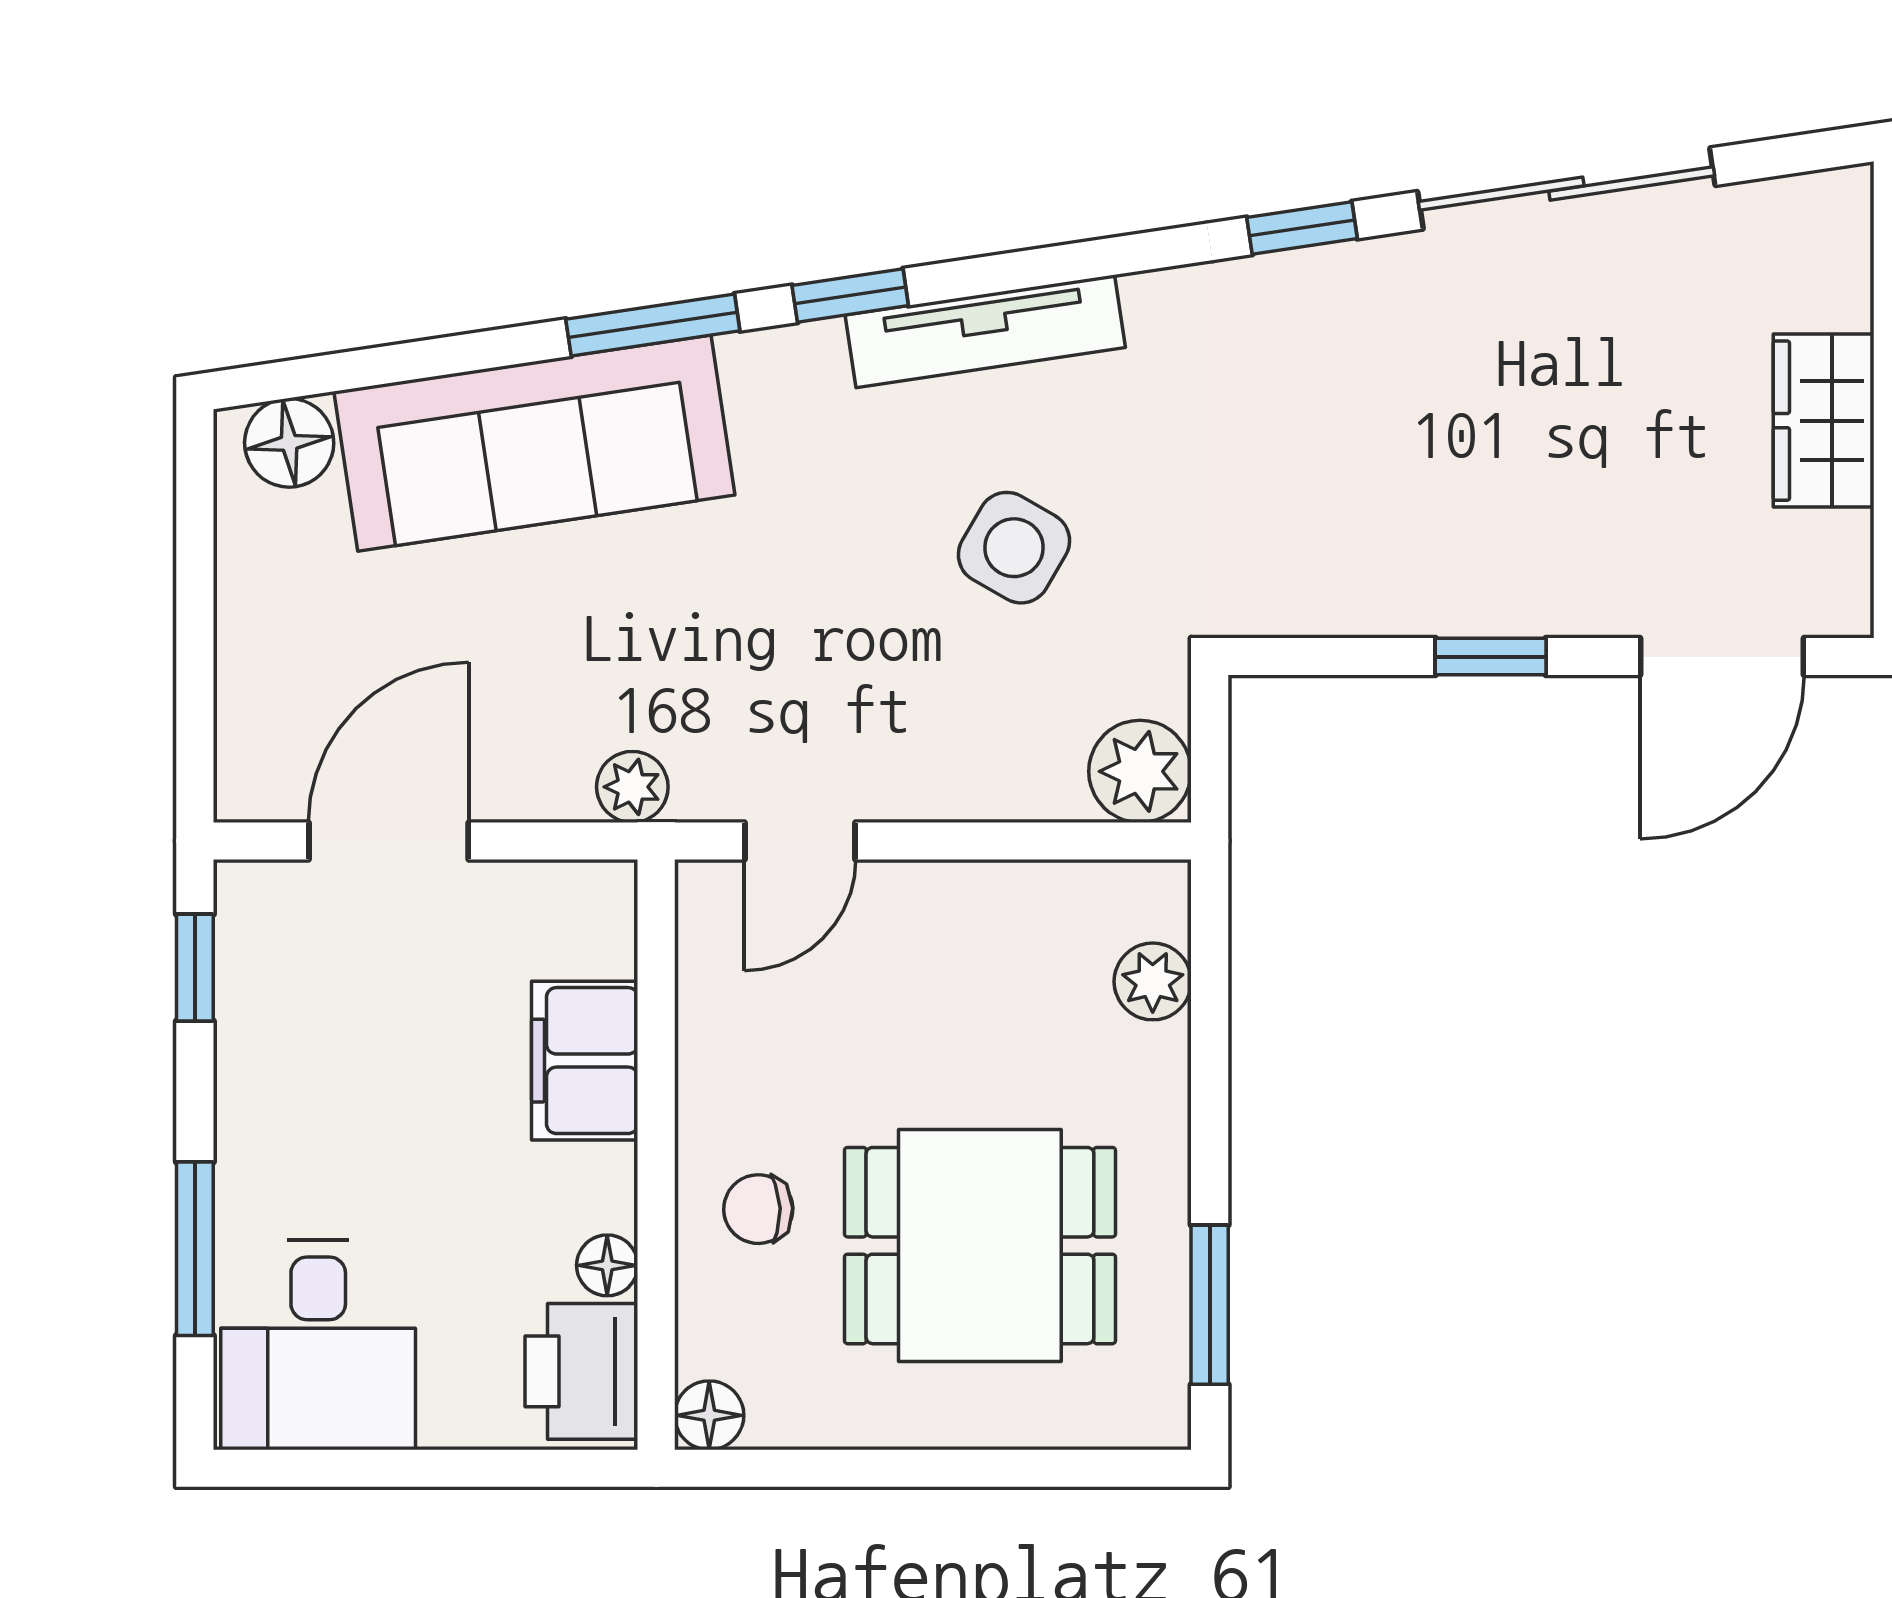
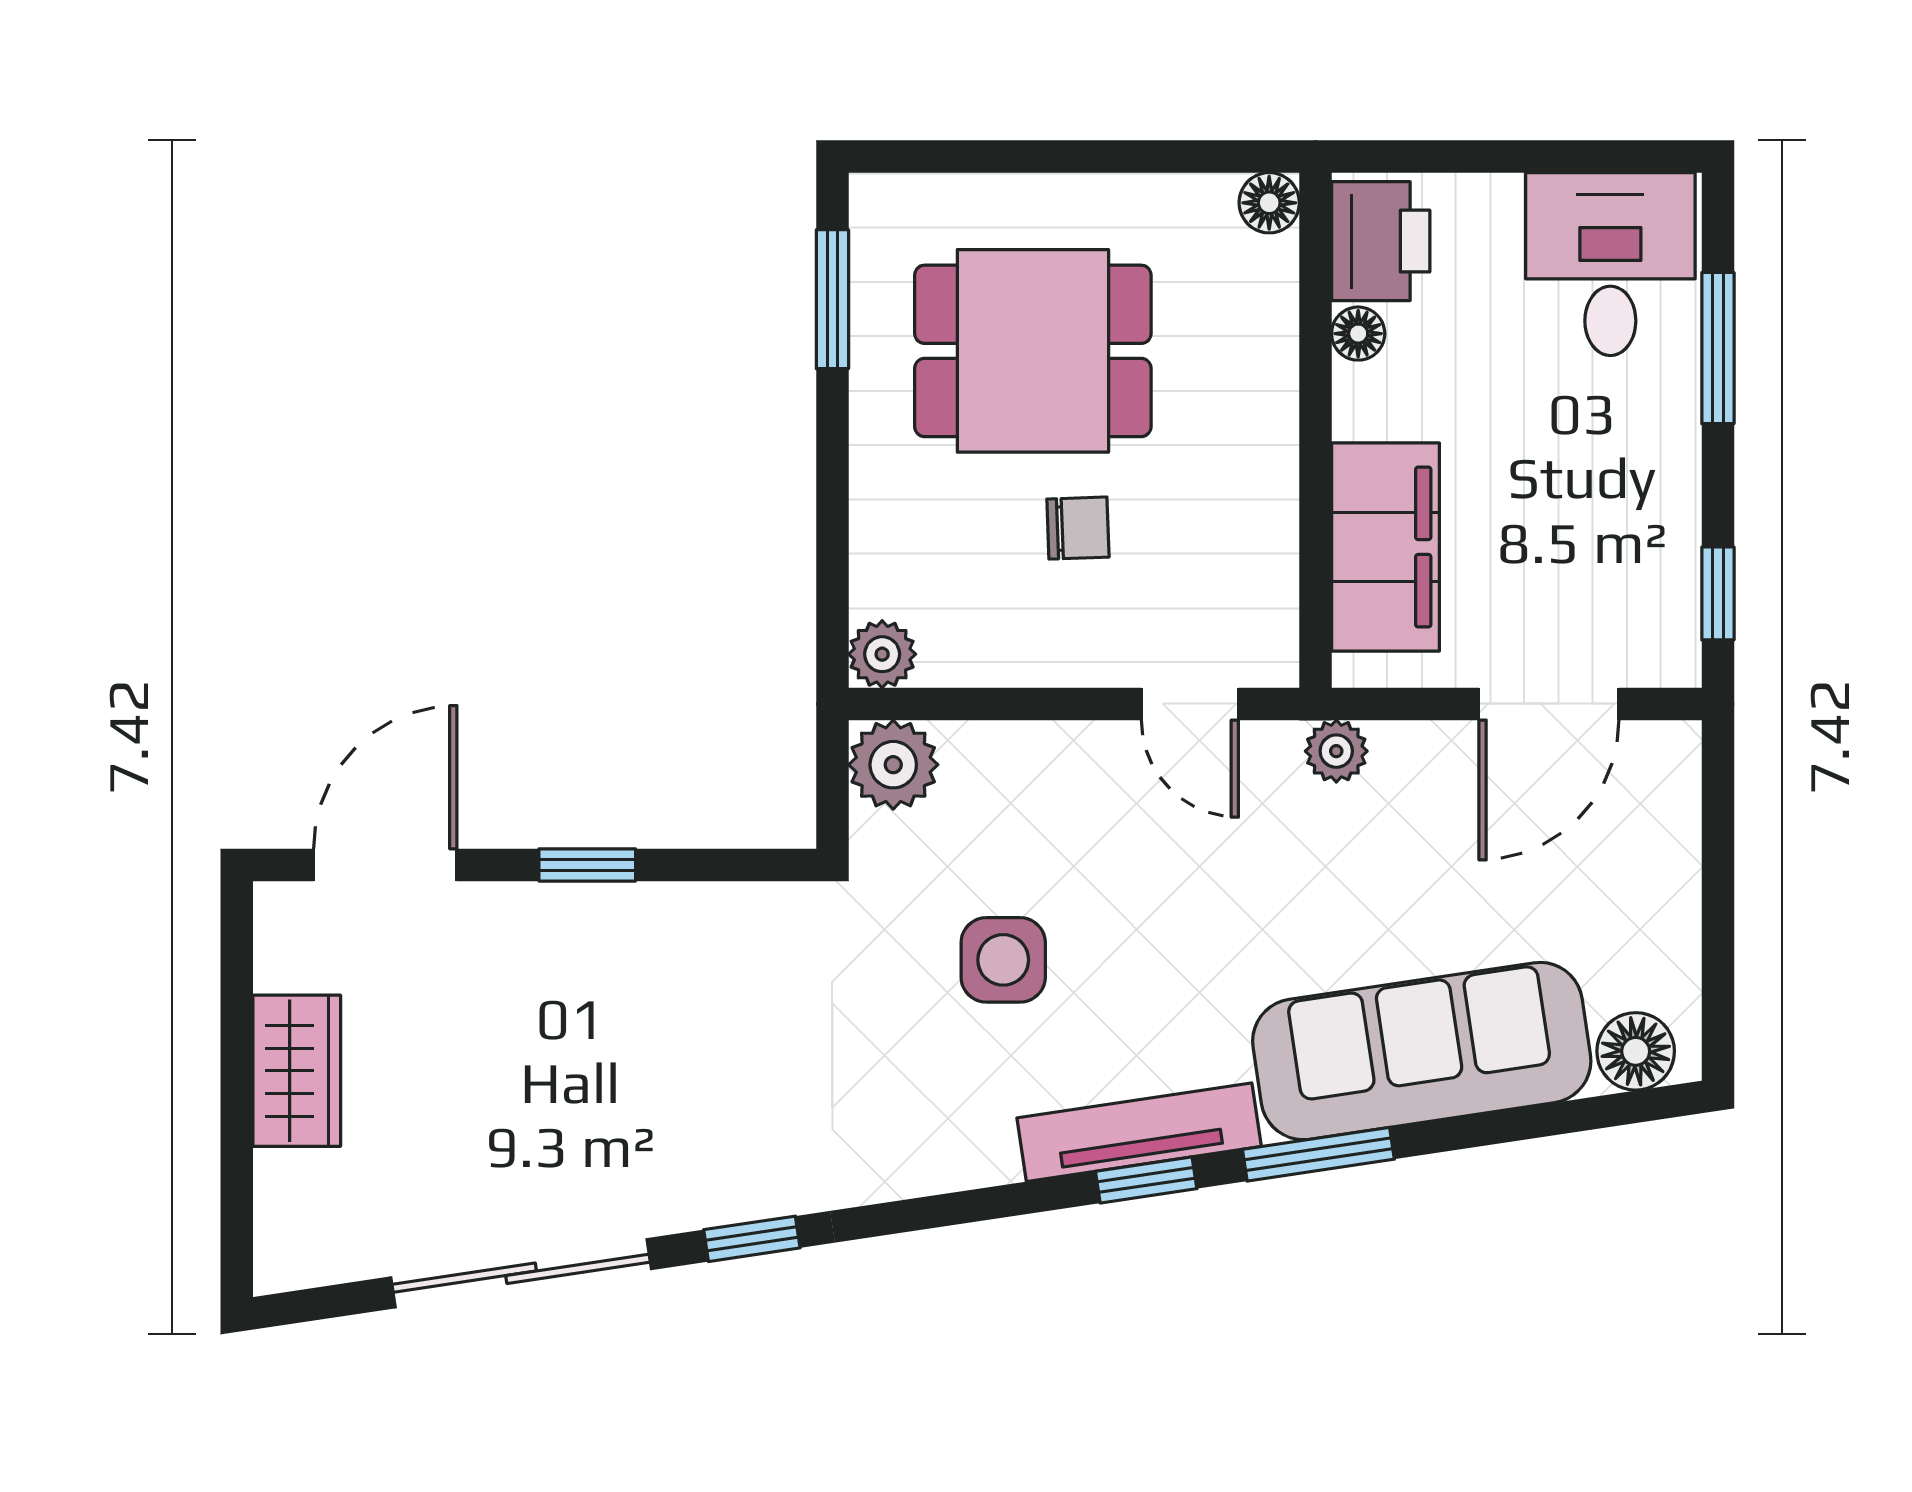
tv unit: (985, 331) -> (1139, 1132), moved
side table: (1014, 548) -> (1003, 960), turned -30
door: (800, 841) -> (1190, 704), swing flipped
plant: (1153, 981) -> (882, 654), moved
filing cabinet: (585, 1061) -> (1385, 547), width x1.50, depth x1.17
chair: (758, 1209) -> (1078, 528), moved

